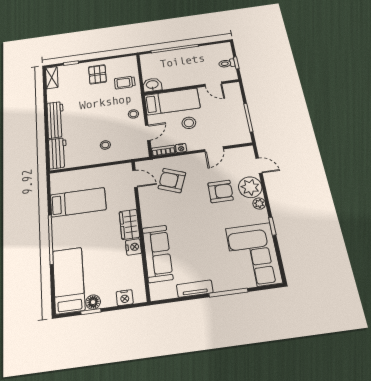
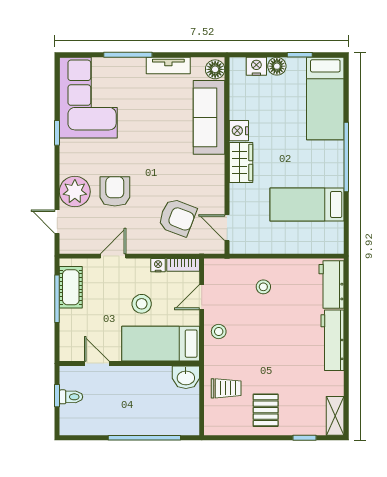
cot: (240, 126) -> (71, 287), added
armchair: (221, 191) -> (115, 191), turned 90
plant: (259, 204) -> (68, 166), removed
floor lamp: (157, 291) -> (215, 69), added
floor lamp: (93, 302) -> (277, 66), moved

